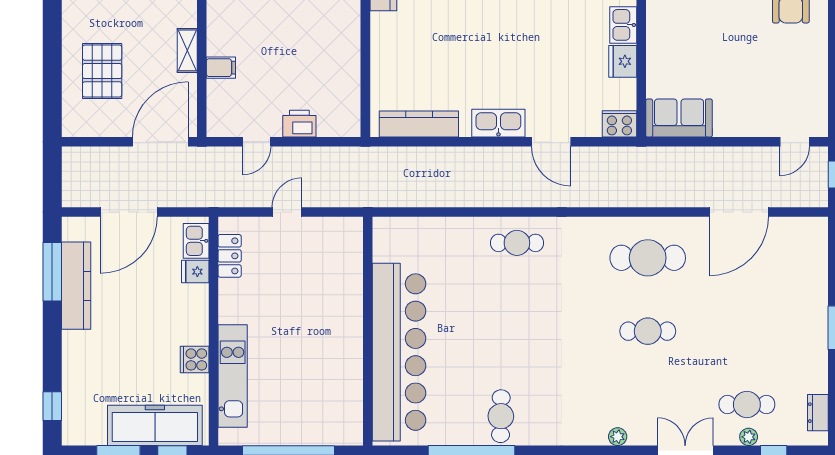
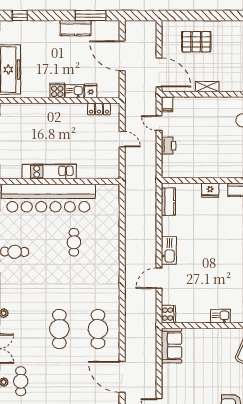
fridge: (623, 61) -> (210, 190), moved, turned 180
filing cabinet: (221, 68) -> (167, 104), moved
kitchen counter: (419, 124) -> (168, 202), width x0.67
kitchen sink: (196, 241) -> (74, 91), moved
cafe table: (517, 243) -> (74, 242), moved
kitchen counter: (76, 286) -> (76, 28), width x0.67
cafe table: (648, 331) -> (59, 329), width x1.37, depth x1.35
cooker: (195, 359) -> (57, 91), moved
kitchen unit: (233, 376) -> (49, 172), moved, turned 180

